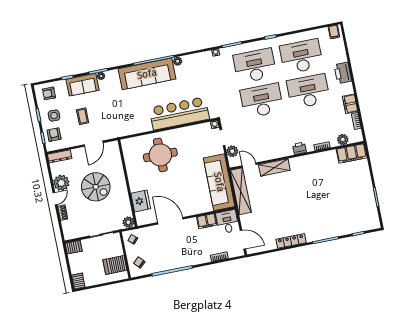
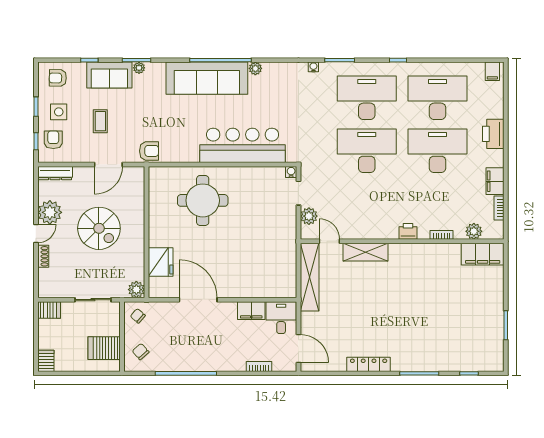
armchair: (119, 129) -> (149, 151), added
sofa: (219, 182) -> (281, 258), removed

